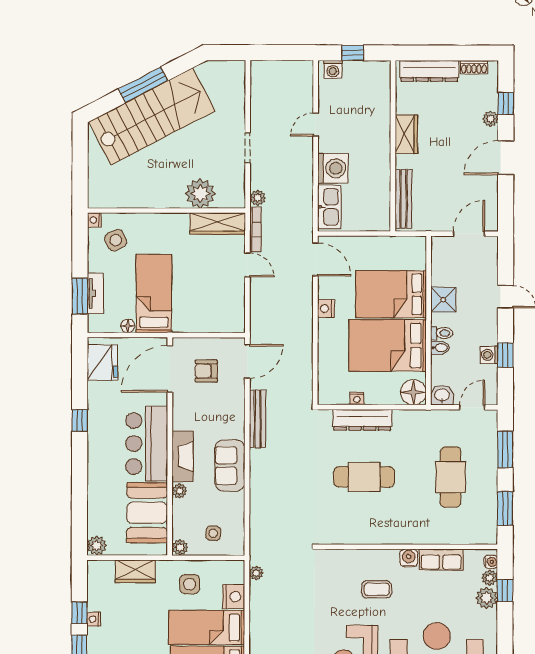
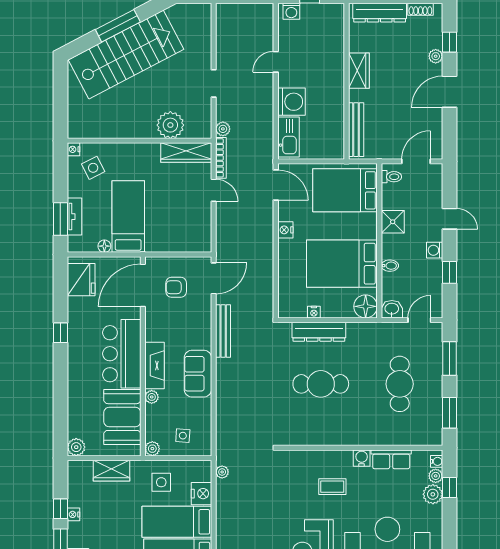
bed: (391, 294) -> (345, 190), moved
toilet: (442, 333) -> (391, 177), moved
washing machine: (489, 355) -> (435, 250), moved

